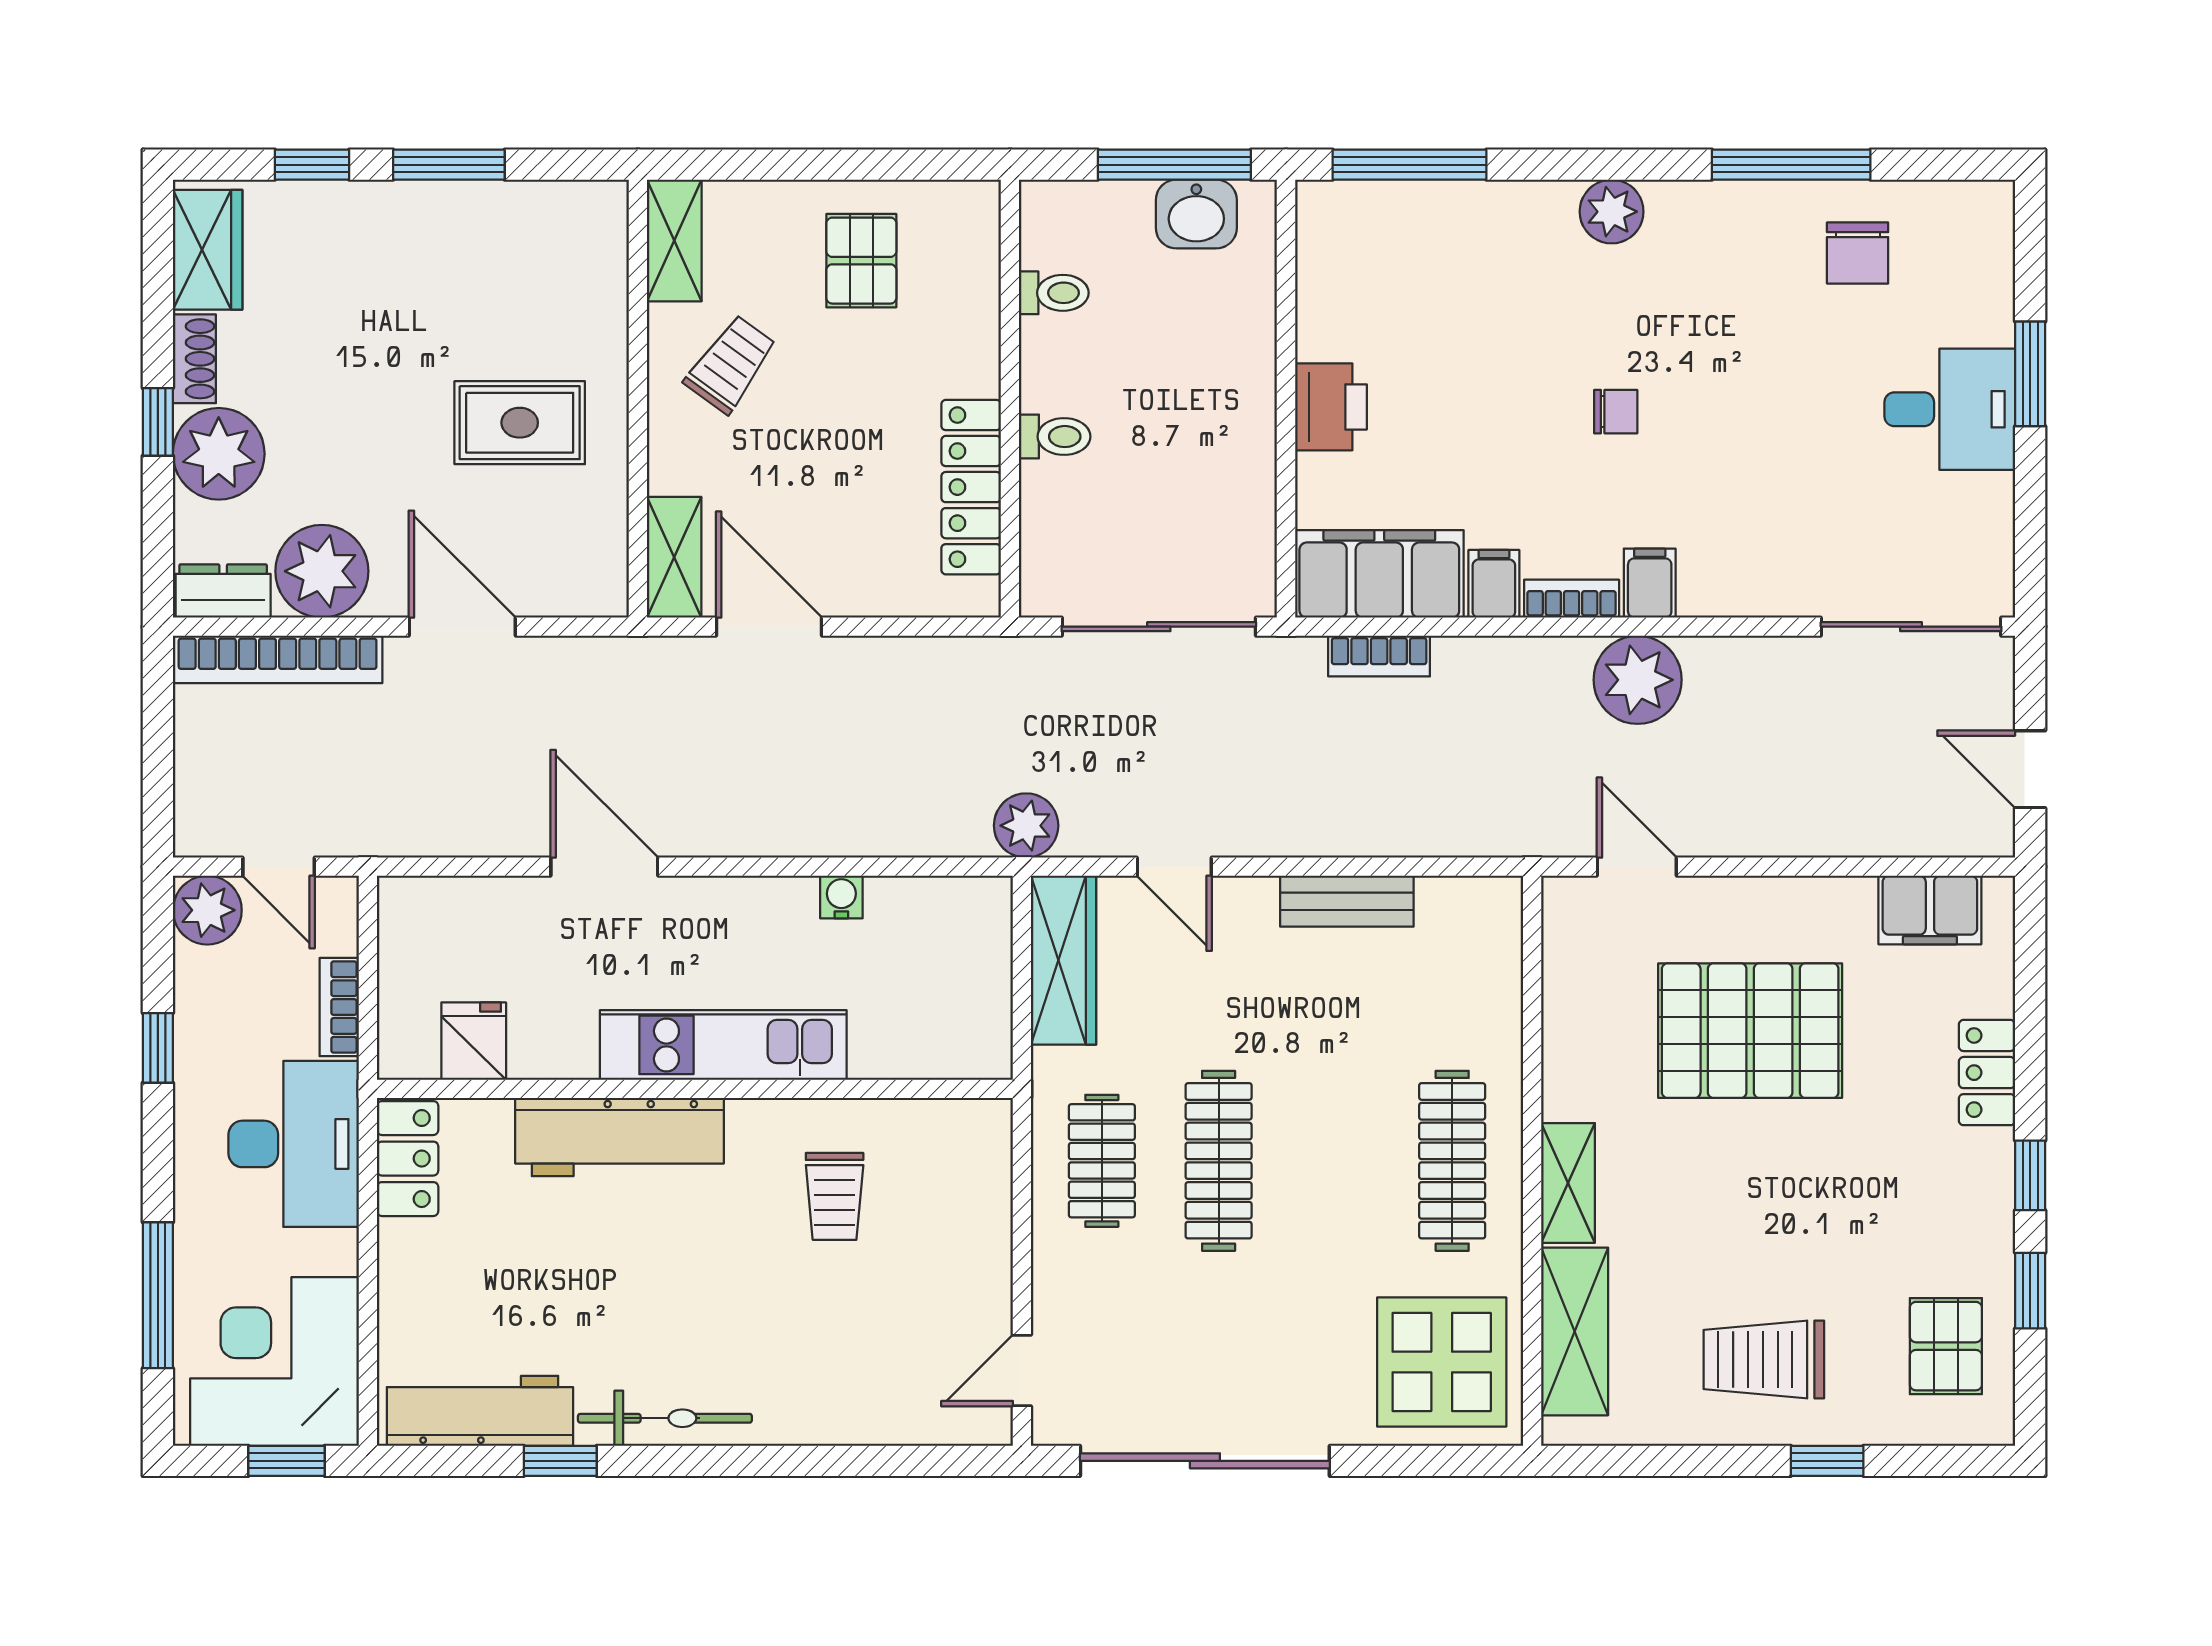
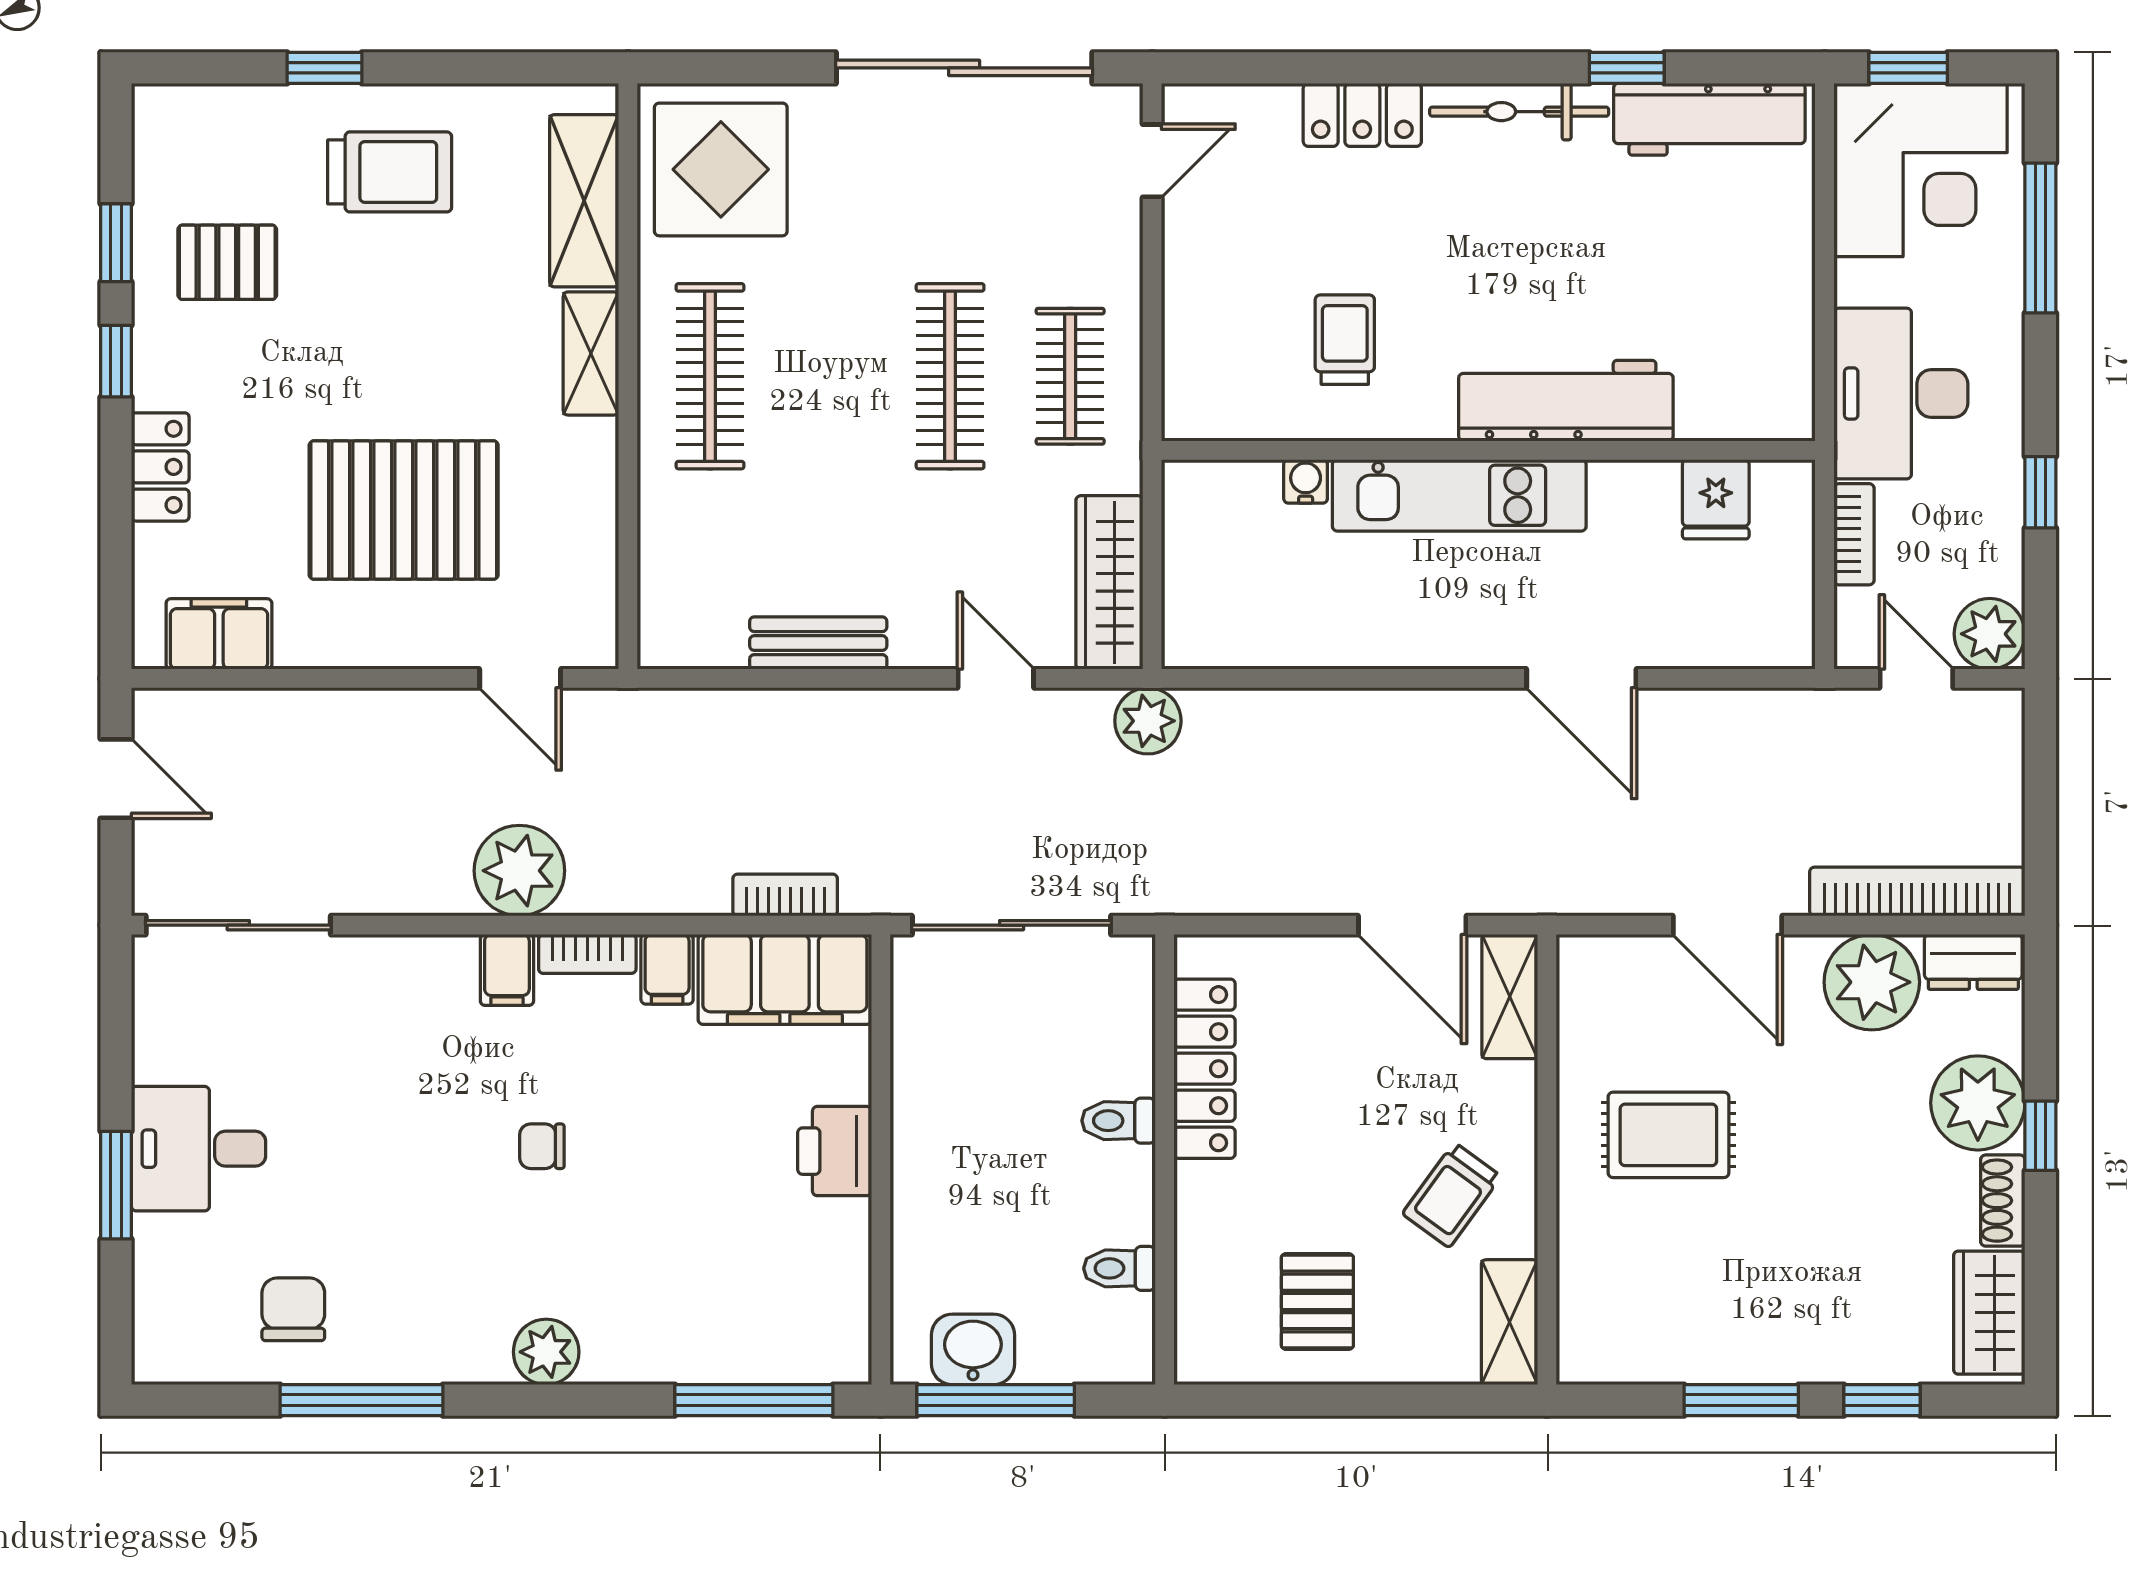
water cooler: (841, 897) -> (1306, 481), moved, turned 180
locker: (408, 1159) -> (1362, 115), moved, turned -90
pallet: (1946, 1346) -> (227, 262), moved, turned 90

